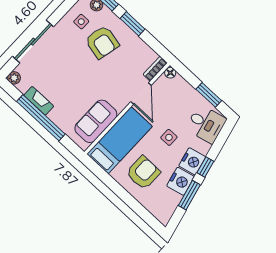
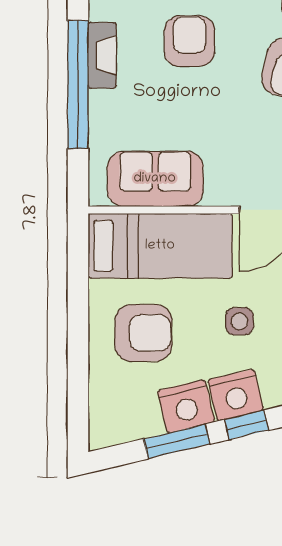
armchair: (61, 68) -> (189, 41), added

